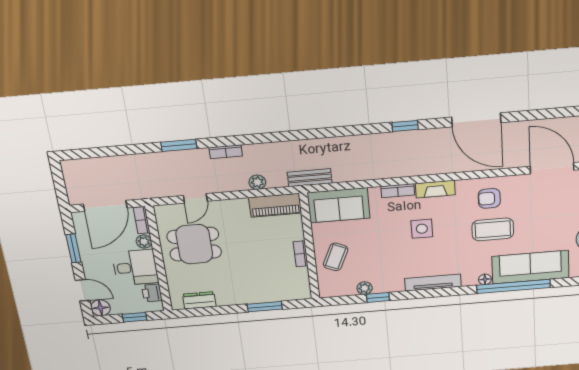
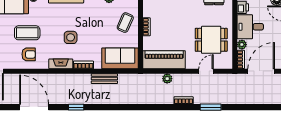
bench: (310, 178) -> (104, 79), moved
piano: (275, 205) -> (164, 60), width x1.37, depth x1.33

